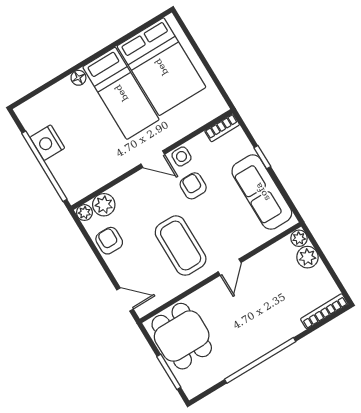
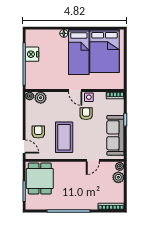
armchair: (109, 241) -> (38, 132), moved
door: (230, 267) -> (93, 160), moved

